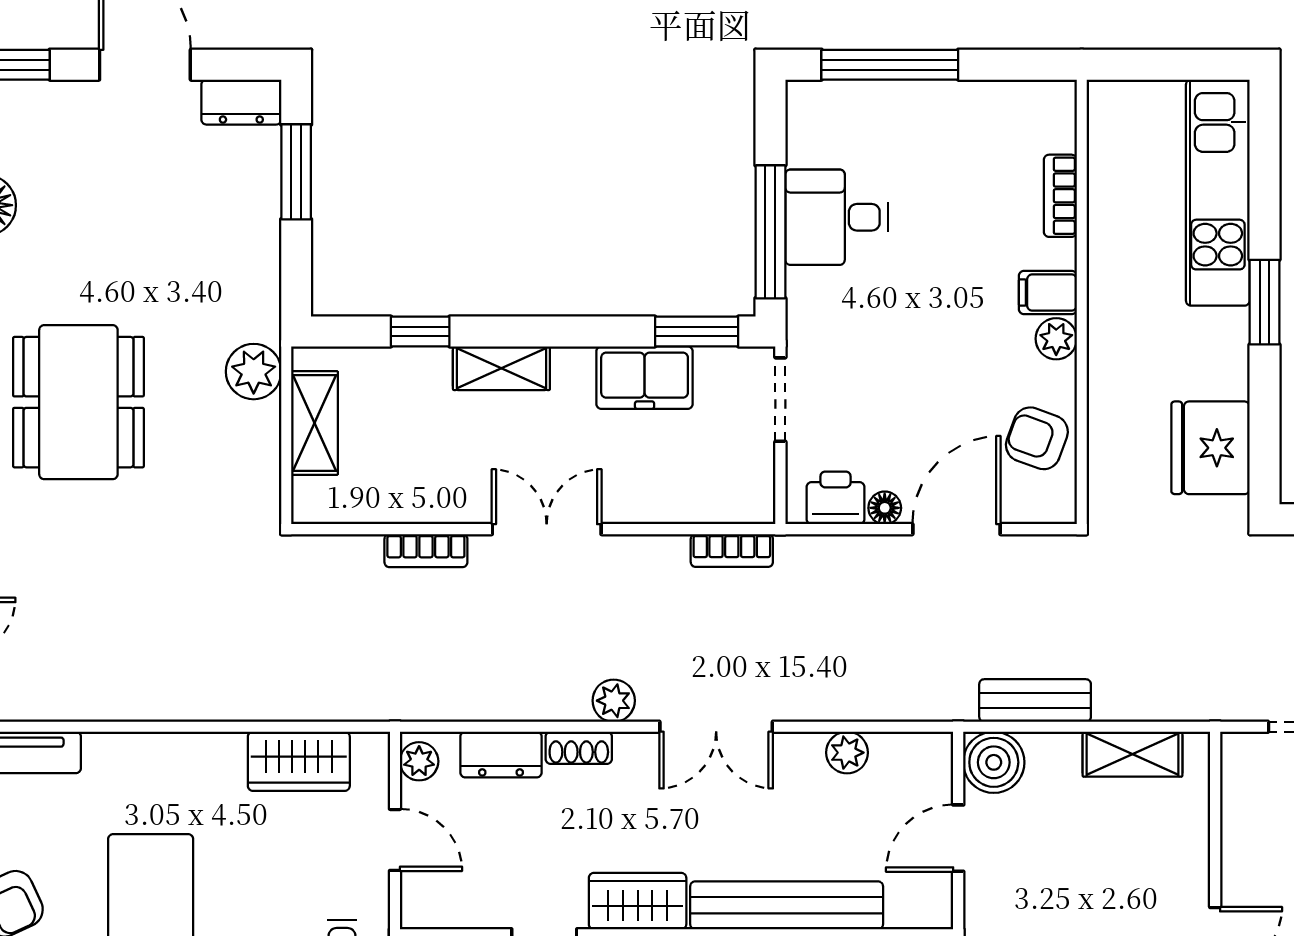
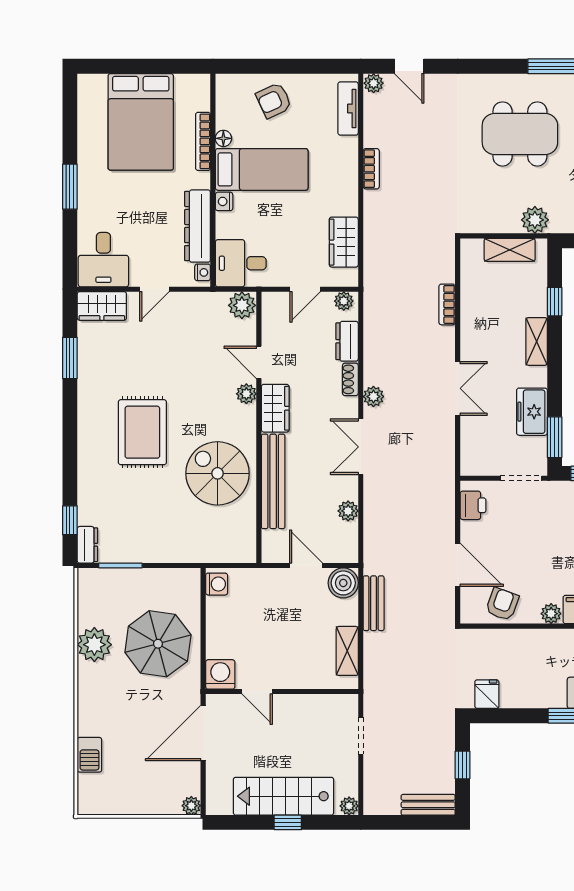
fridge: (1210, 448) -> (487, 694), width x0.53, depth x0.75
floor lamp: (885, 508) -> (468, 529), removed
double door: (547, 529) -> (458, 388), moved
bookcase: (732, 551) -> (371, 169), moved, turned 180

